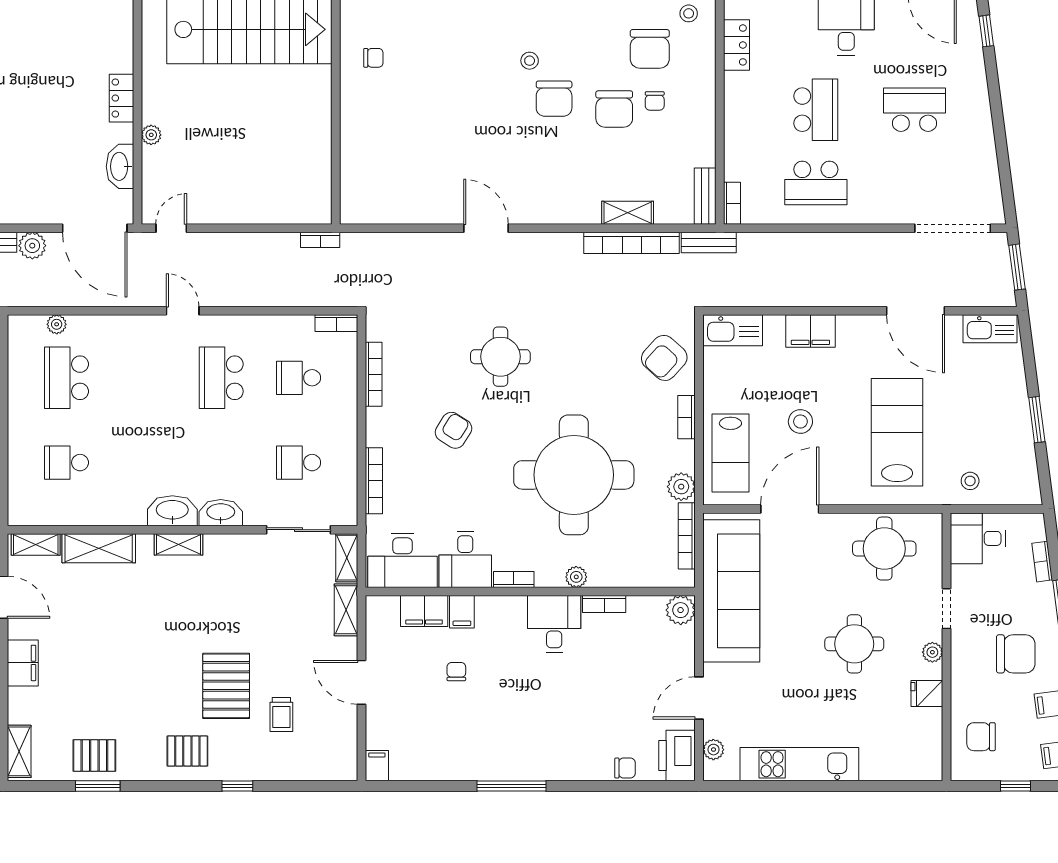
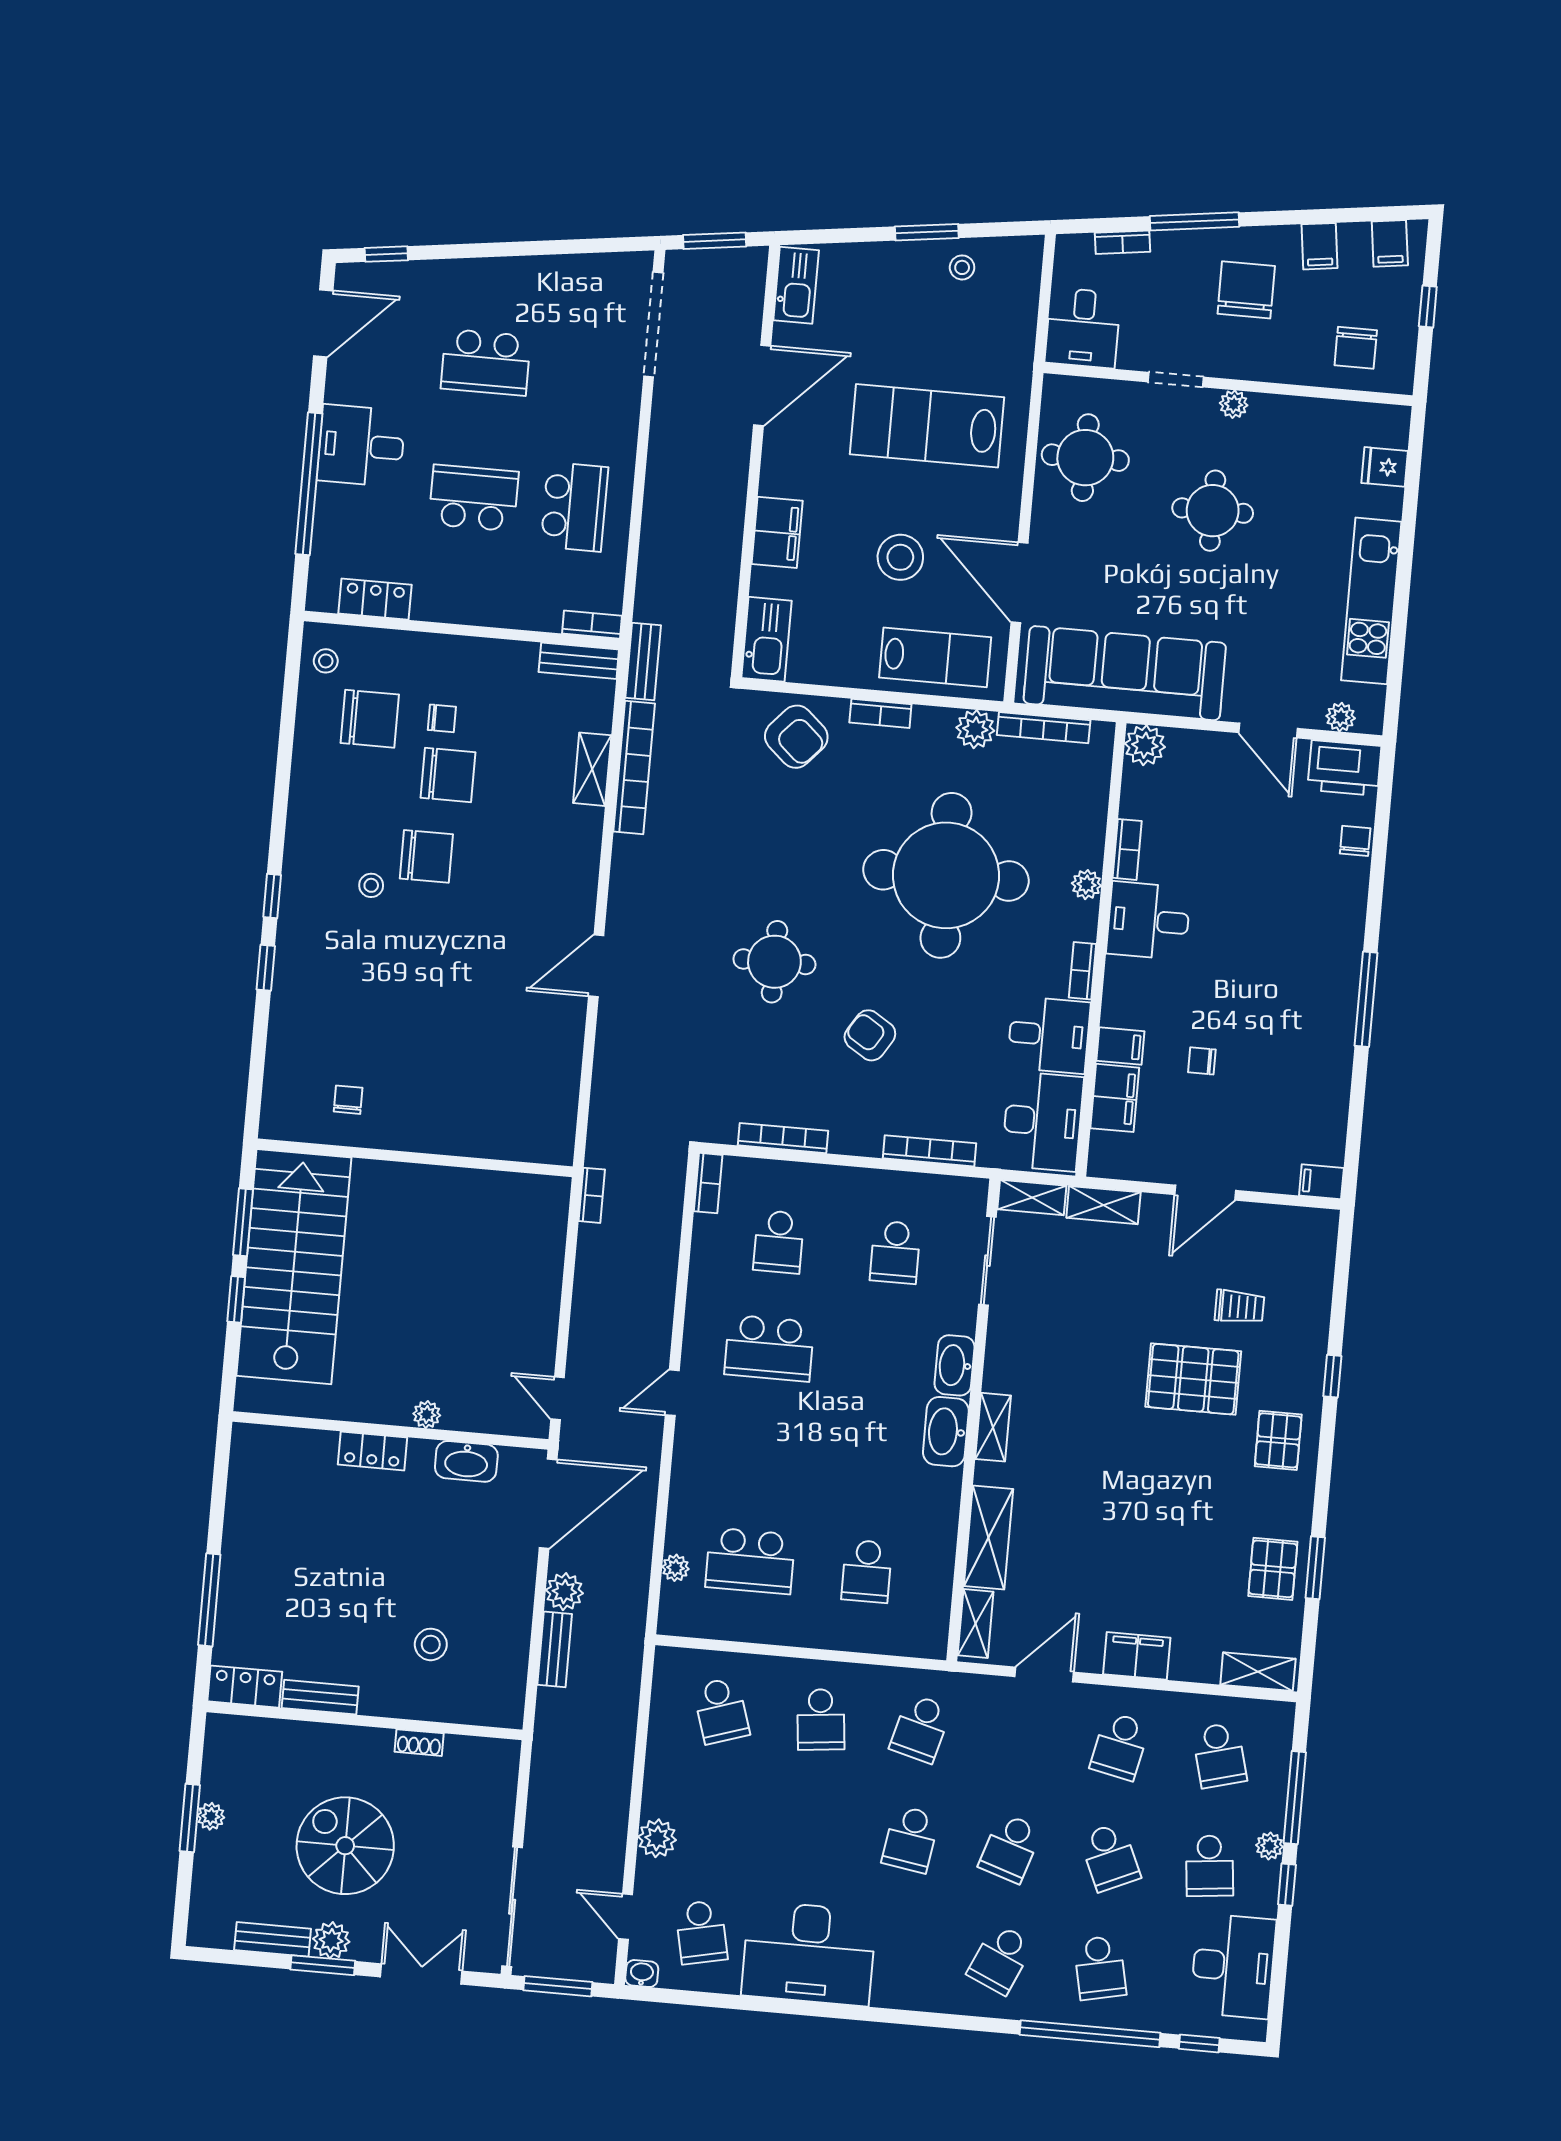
school desk: (915, 110) -> (486, 362), turned -90
stool: (800, 421) -> (900, 557), width x1.38, depth x1.38
stool: (970, 481) -> (962, 267), moved
fridge: (927, 694) -> (1385, 467), moved, turned 90

